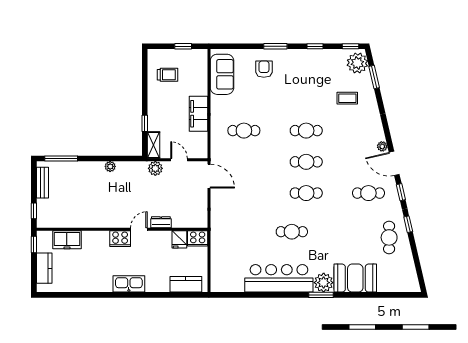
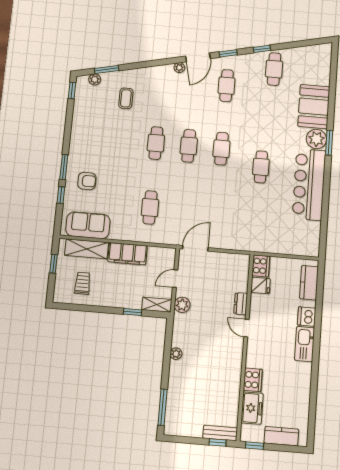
window: (315, 46) -> (61, 195), moved
plant: (357, 63) -> (95, 79), width x0.53, depth x0.53
armchair: (264, 69) -> (87, 181), turned 180
shelving: (200, 75) -> (87, 249), added
bench: (42, 183) -> (220, 433), moved
cafe table: (389, 237) -> (274, 69), turned 90
cooker: (120, 239) -> (253, 380), moved
dishwasher: (154, 284) -> (307, 317), added

